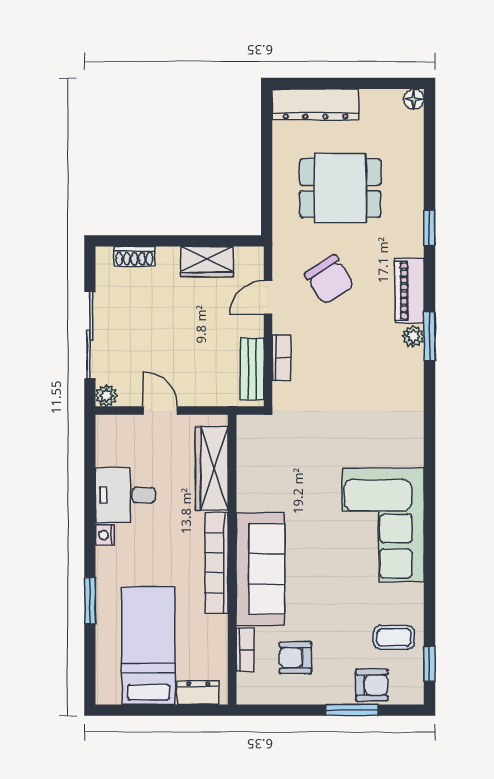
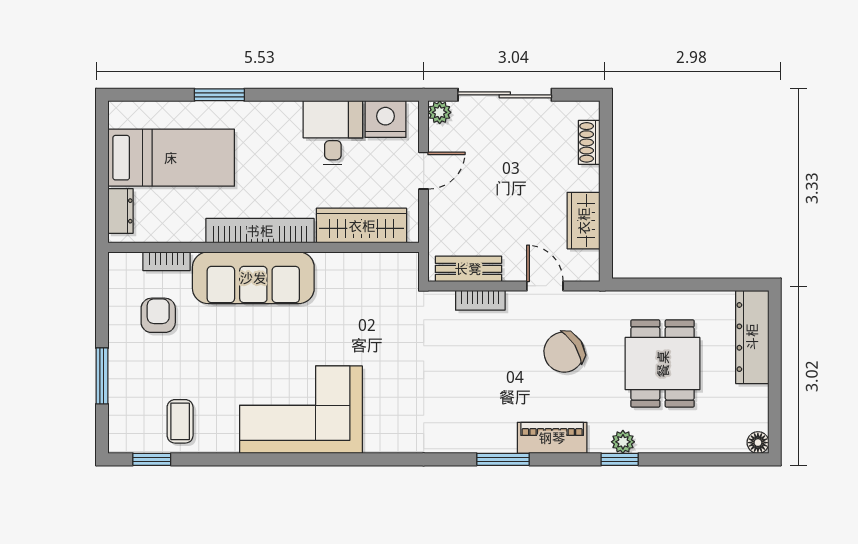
plant: (413, 336) -> (623, 442), moved
nightstand: (105, 535) -> (385, 119), moved, width x1.89, depth x1.79
armchair: (372, 685) -> (129, 397), removed

